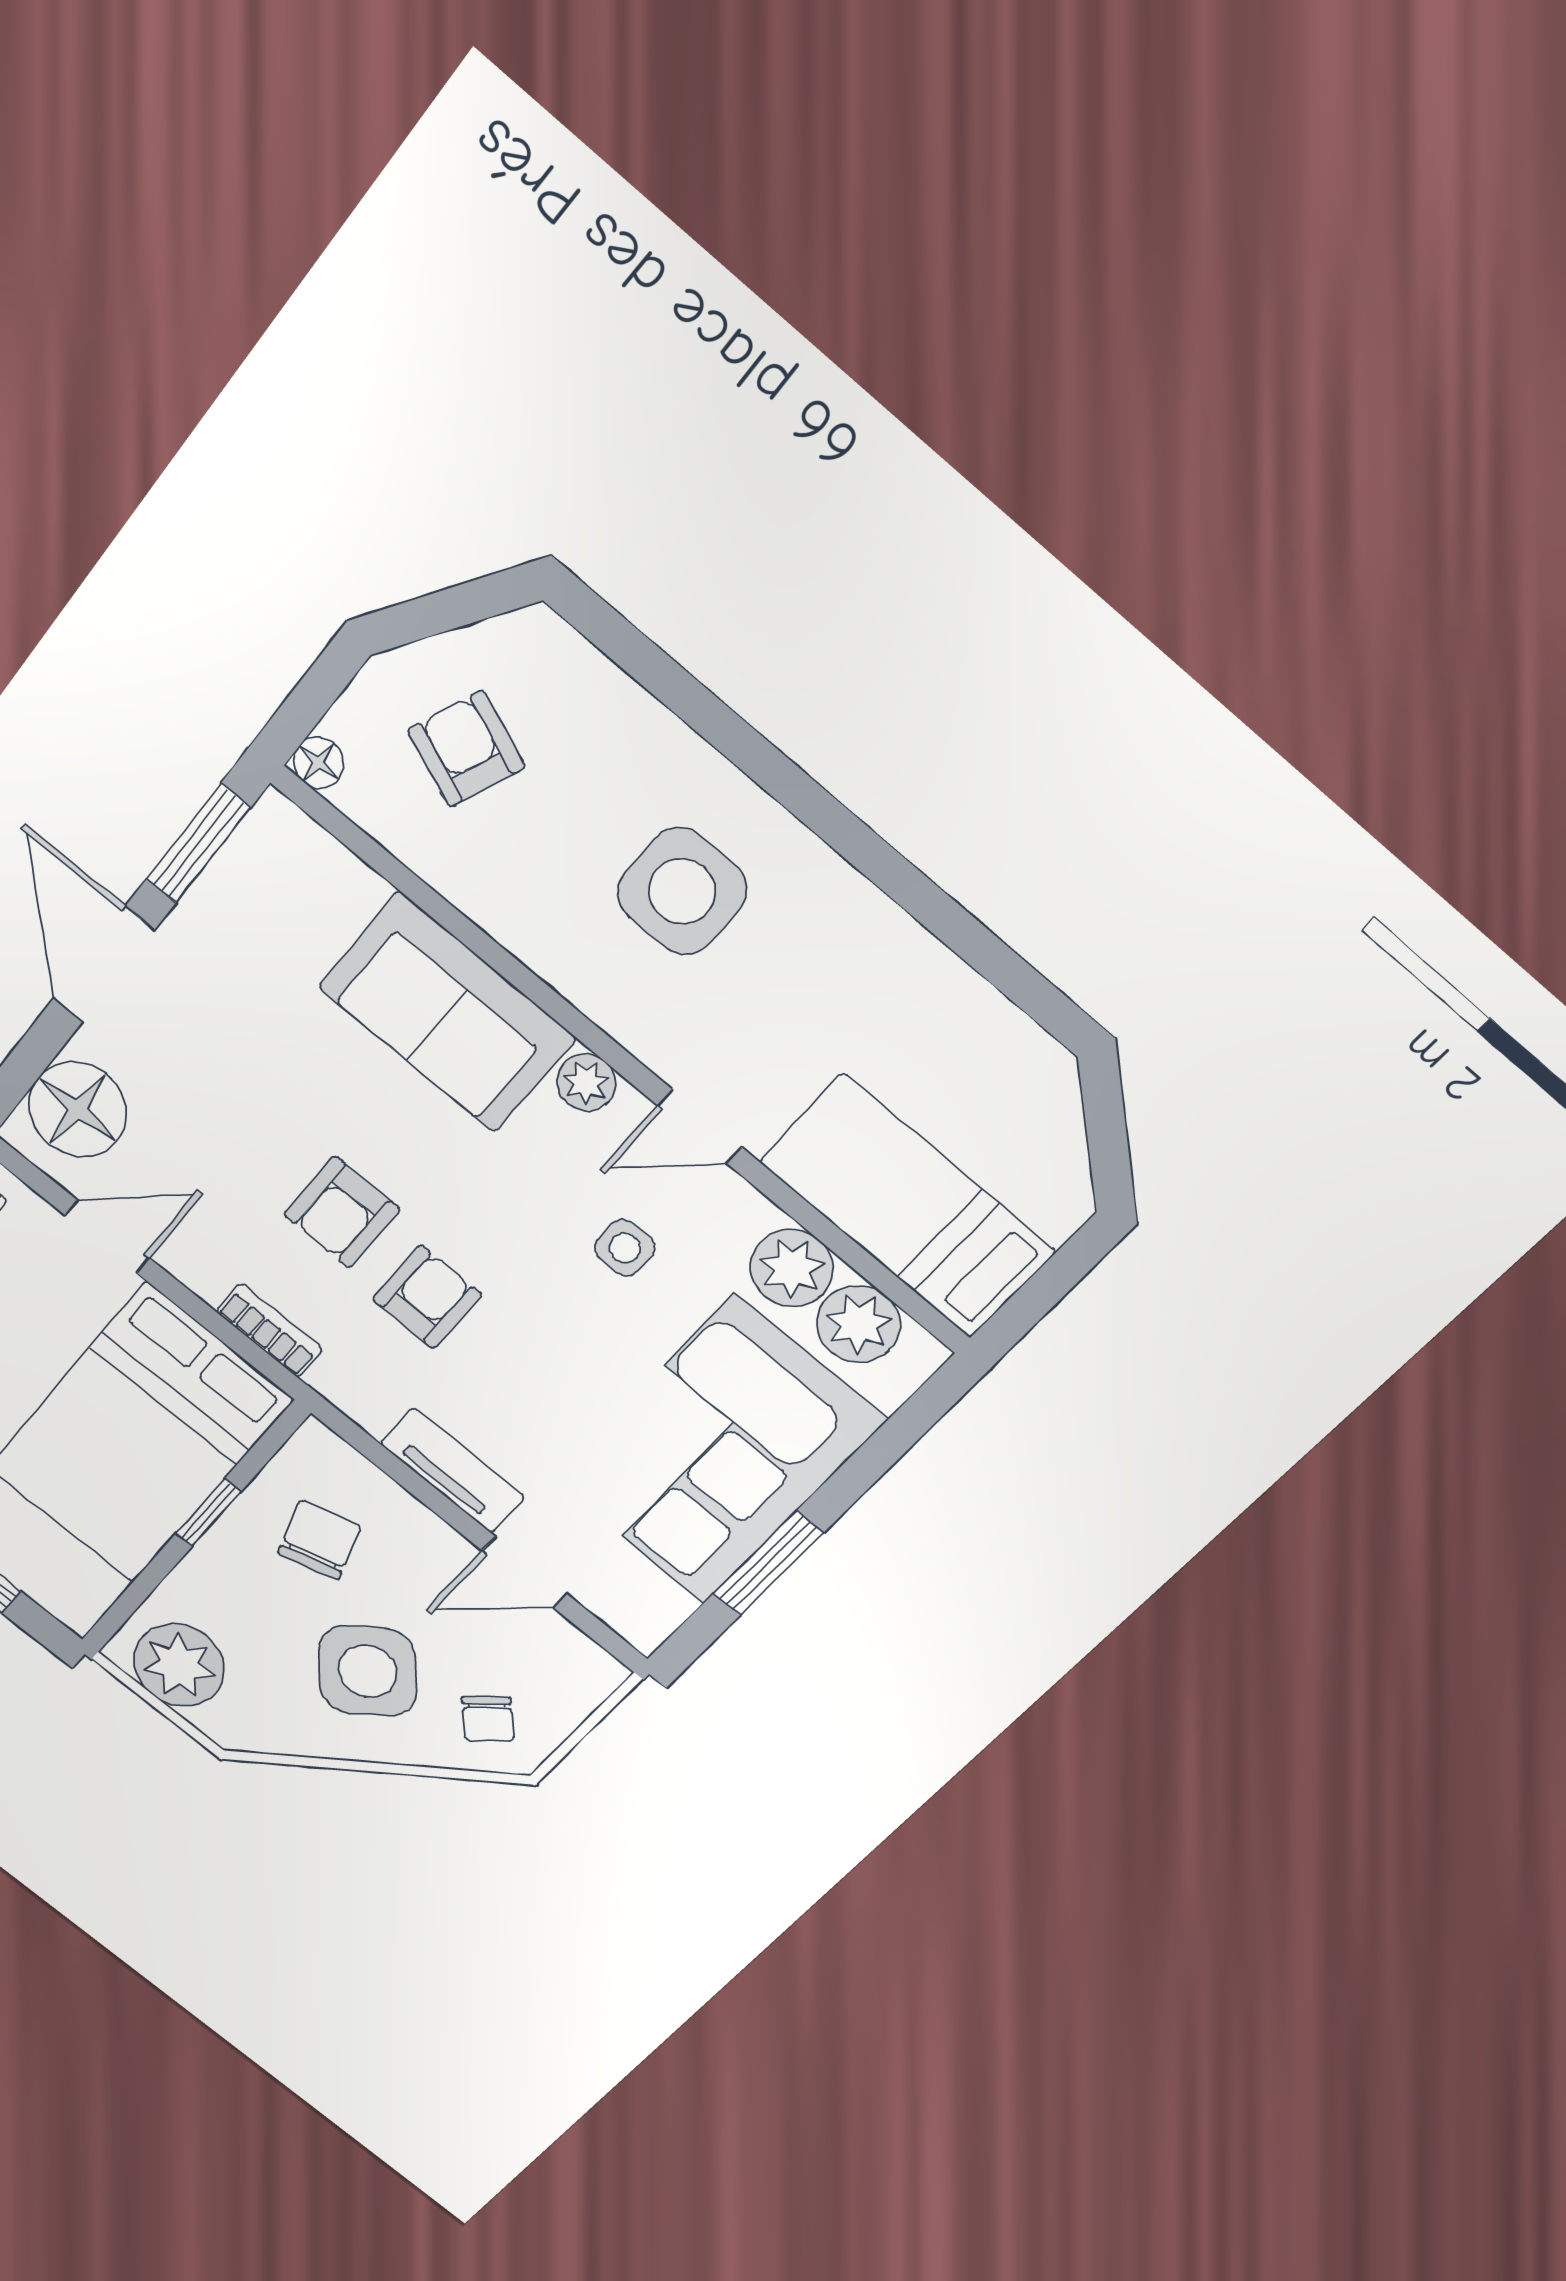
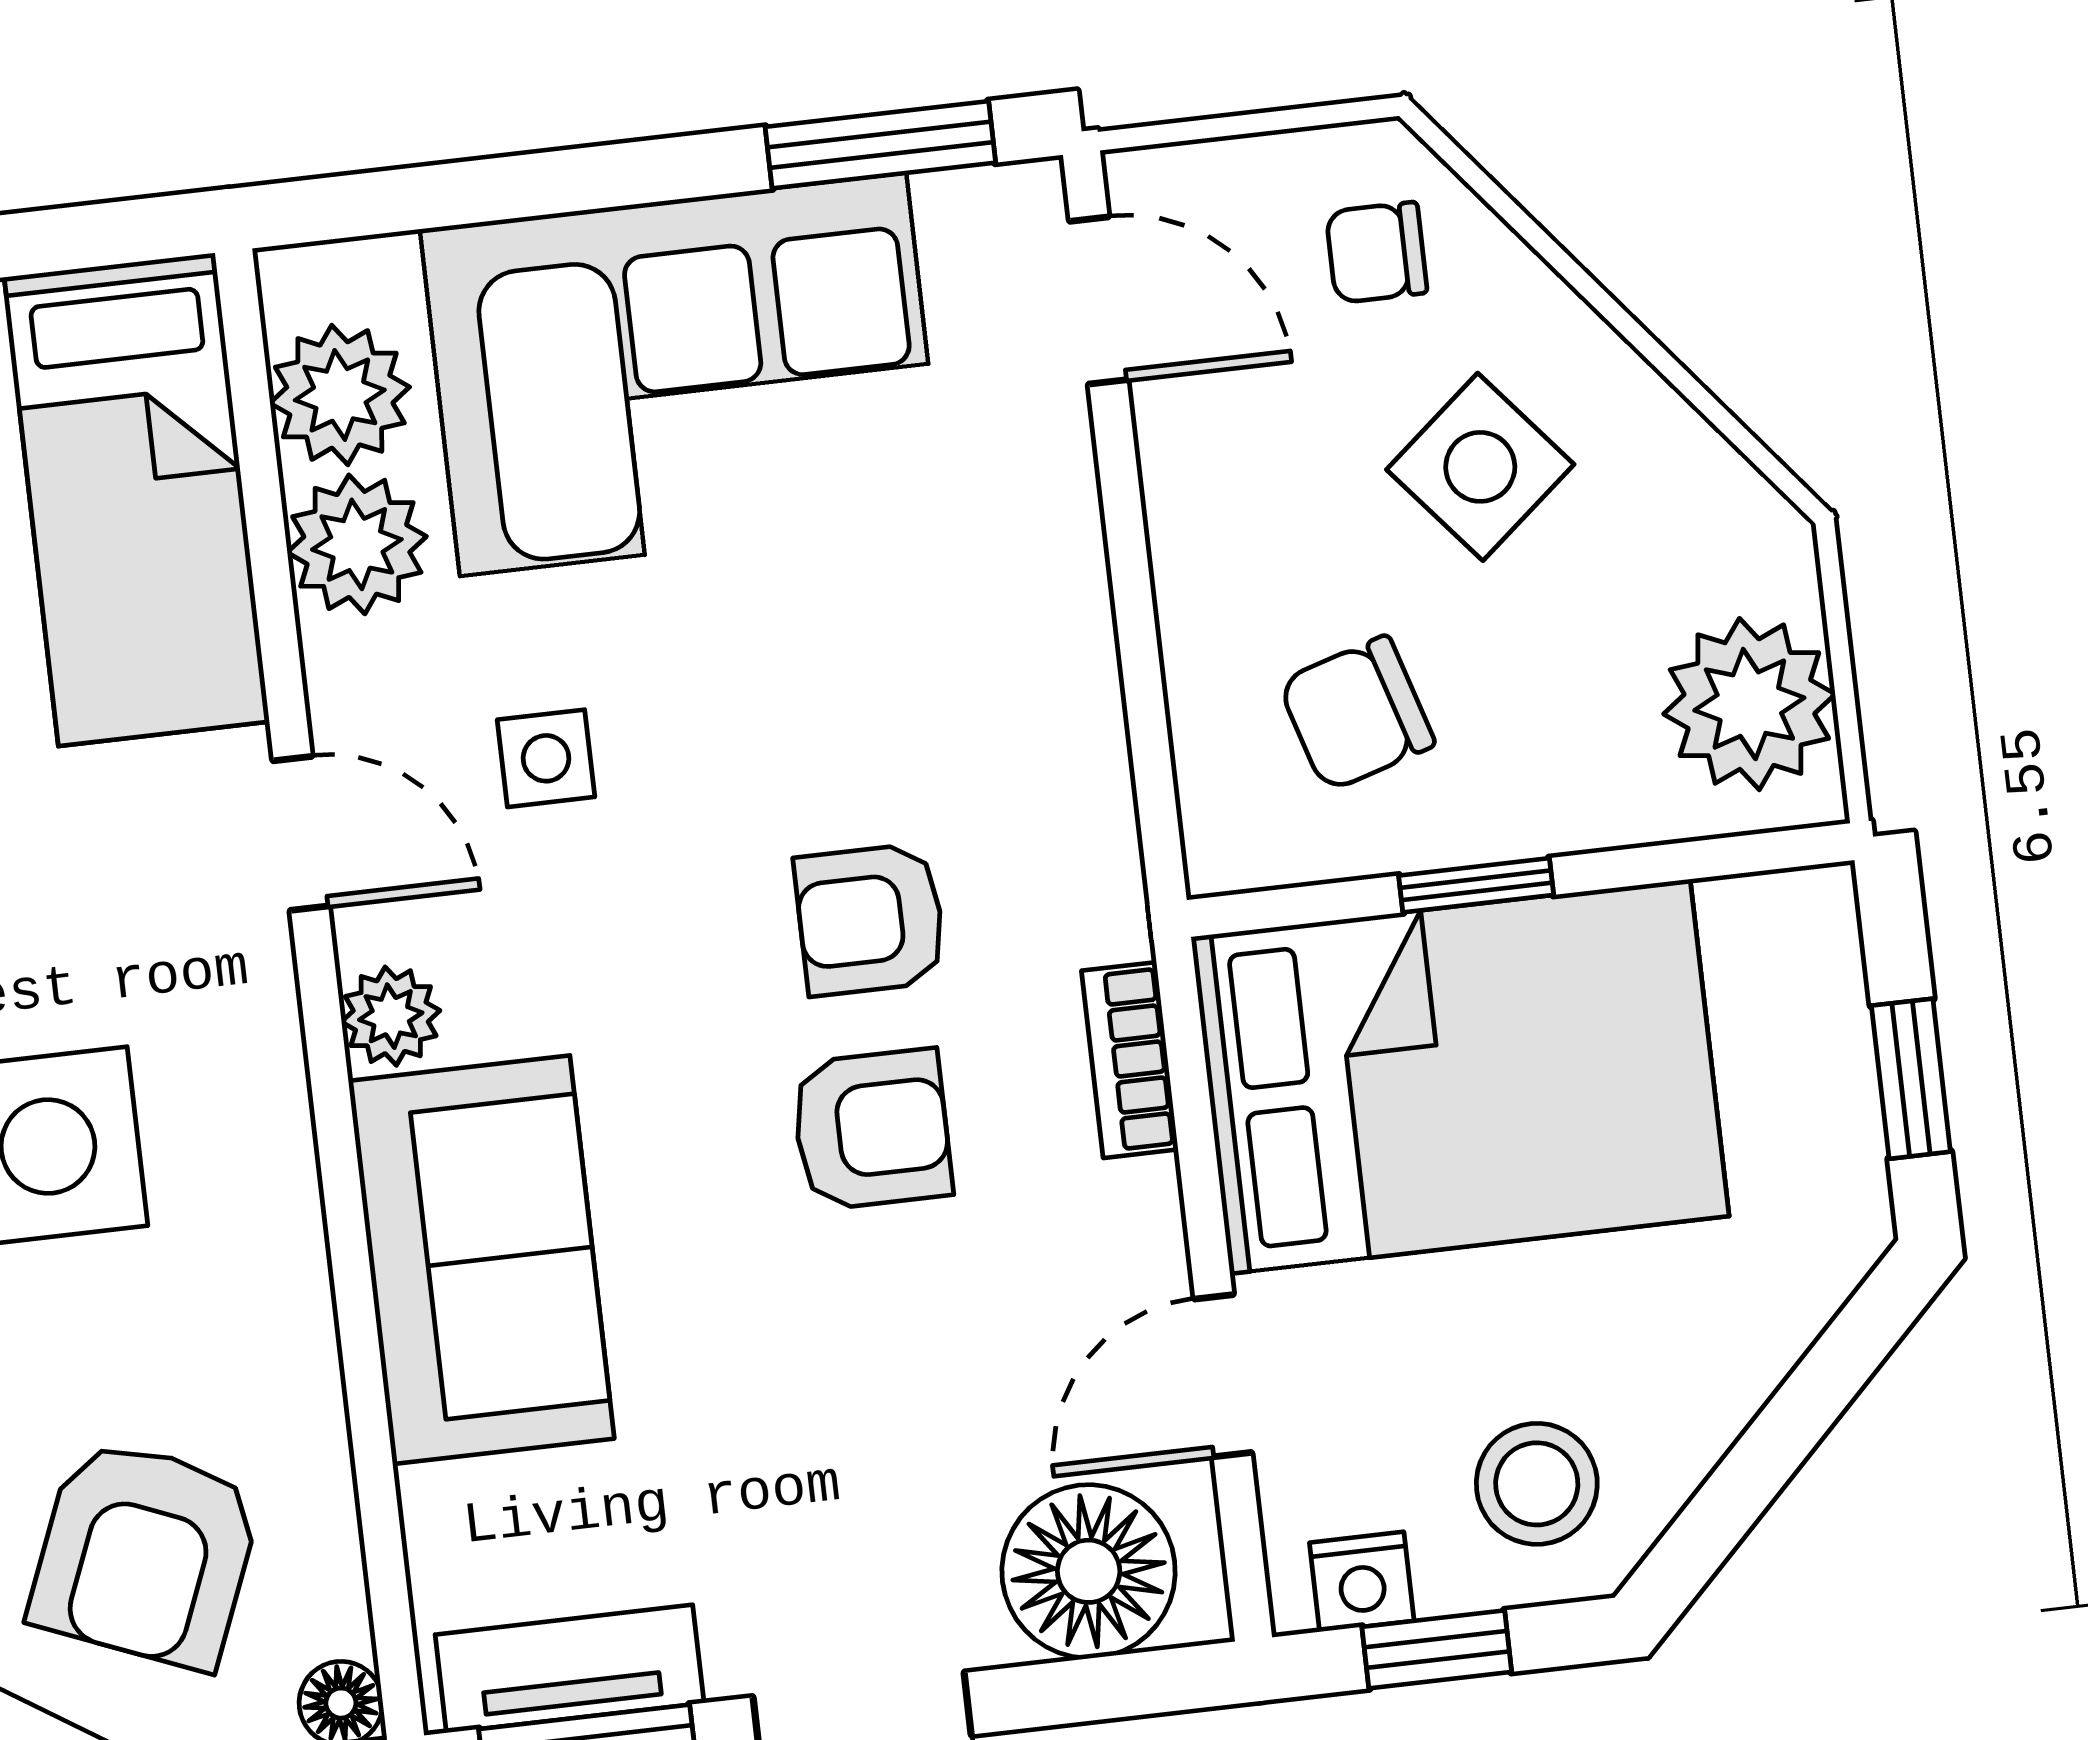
armchair: (466, 749) -> (145, 1553), width x1.38, depth x1.38
door: (107, 1237) -> (1223, 1376), hinge flipped
tv unit: (453, 1471) -> (570, 1669), moved, turned 90
window: (768, 1563) -> (880, 145), moved
door: (524, 1572) -> (1099, 301), moved
side table: (368, 1671) -> (1480, 467), width x0.73, depth x0.73
chair: (488, 1719) -> (1377, 252), turned -137

